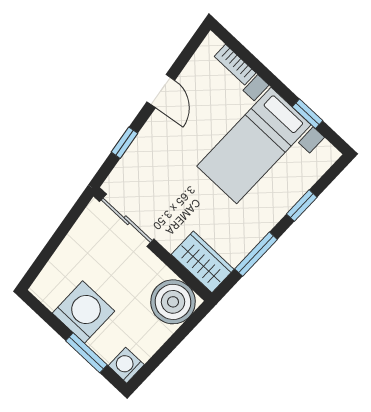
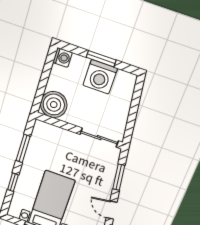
window: (125, 143) -> (119, 177), width x1.50
wardrobe: (203, 262) -> (48, 133), removed
window: (86, 353) -> (101, 59), moved

